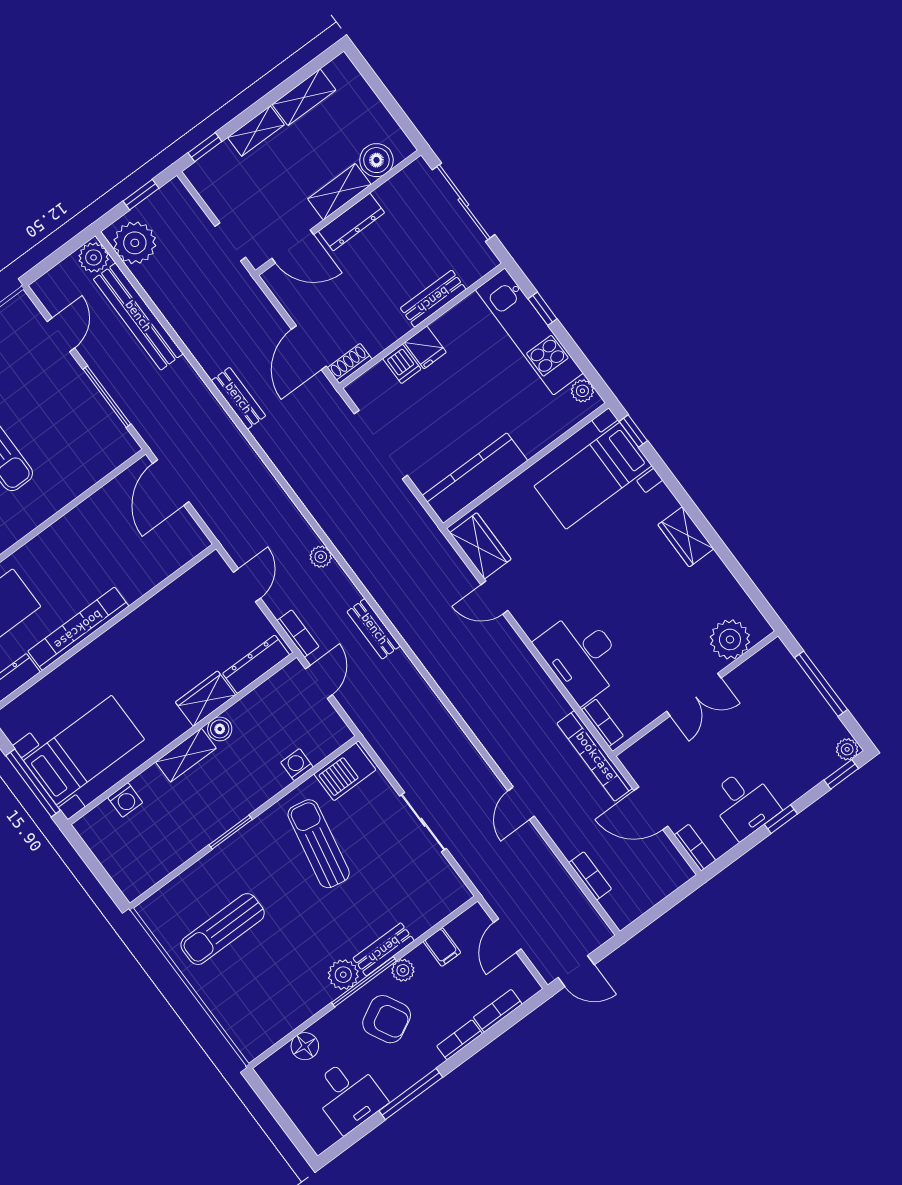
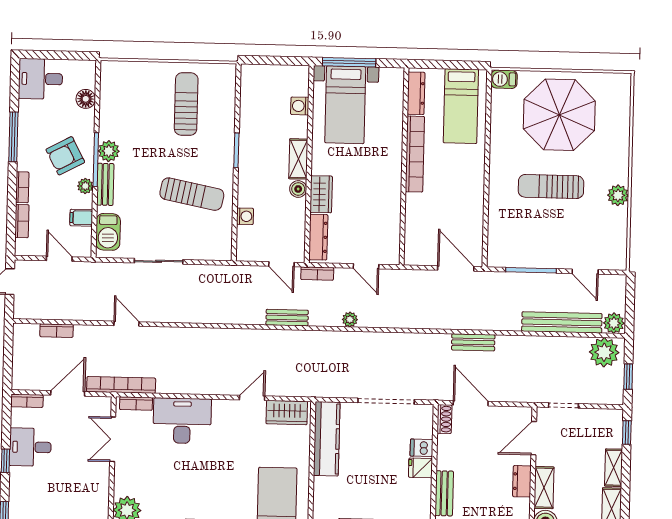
dresser: (351, 222) -> (522, 481), width x0.70
double door: (694, 695) -> (113, 439), moved
barbecue: (345, 772) -> (108, 232), moved, turned 180
desk: (348, 1095) -> (40, 79), moved

